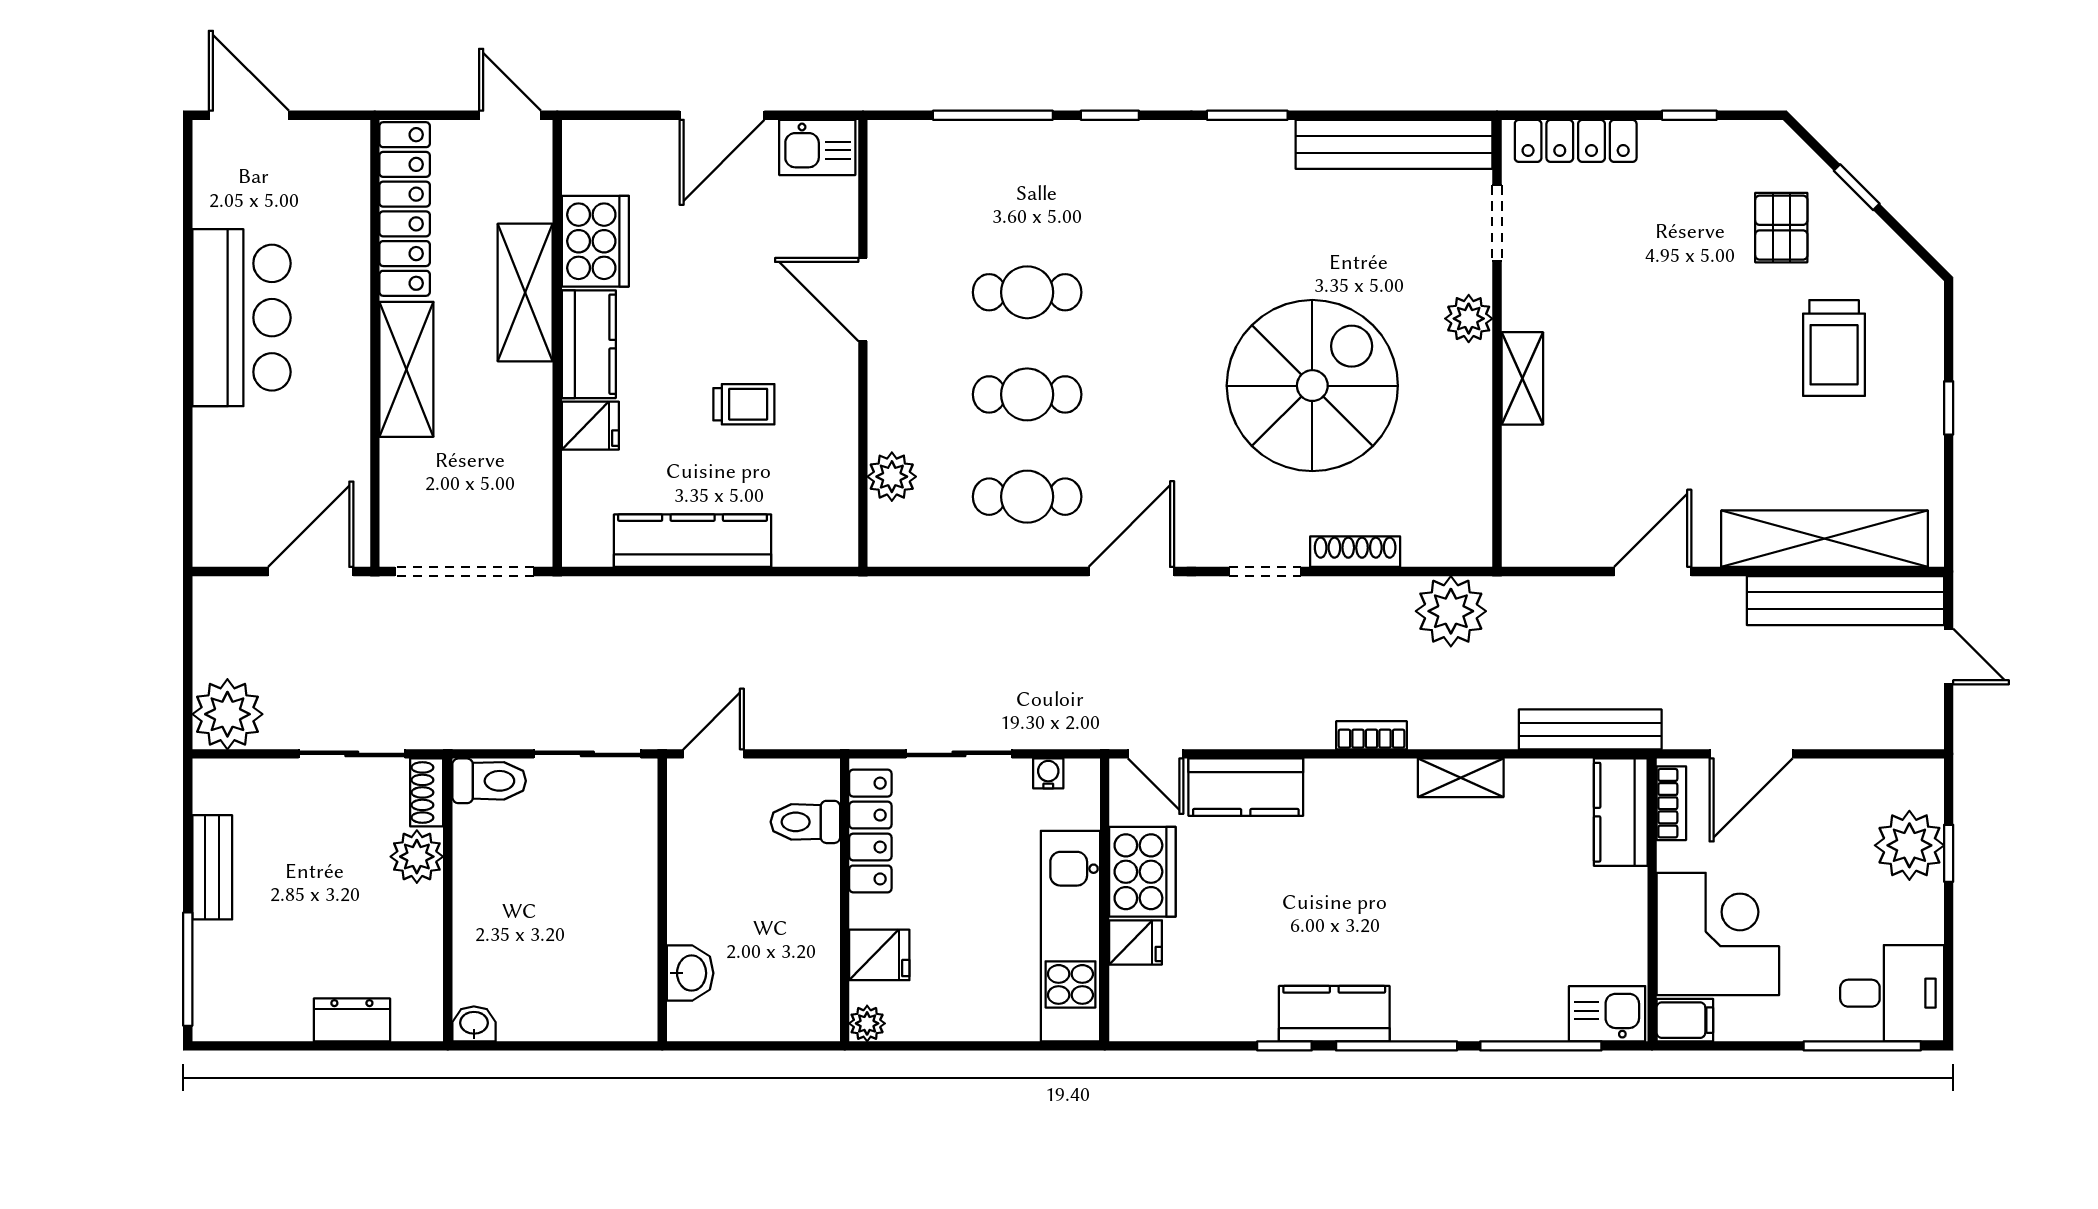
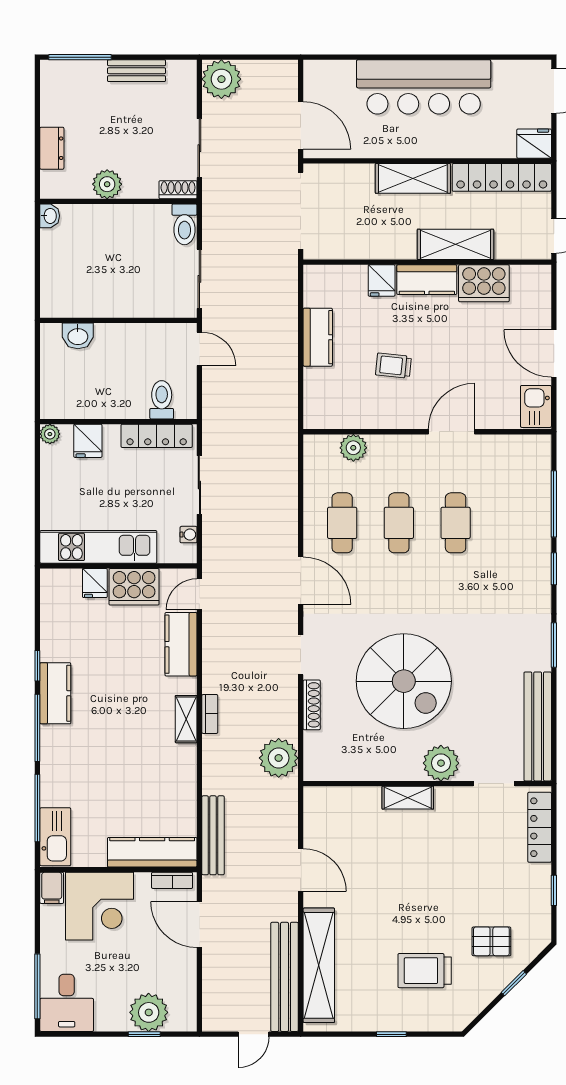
fridge: (344, 151) -> (534, 144), added
bar counter: (241, 318) -> (424, 87), width x1.36
plant: (1469, 319) -> (441, 763), width x1.36, depth x1.36
trolley: (744, 404) -> (393, 366), turned 96
kitchen counter: (693, 541) -> (318, 337), width x0.67
shelving: (1461, 778) -> (186, 719), moved
kitchen counter: (1621, 812) -> (152, 852), width x1.50
plant: (417, 857) -> (107, 184), moved
kitchen sink: (1607, 1014) -> (55, 837), width x1.38

